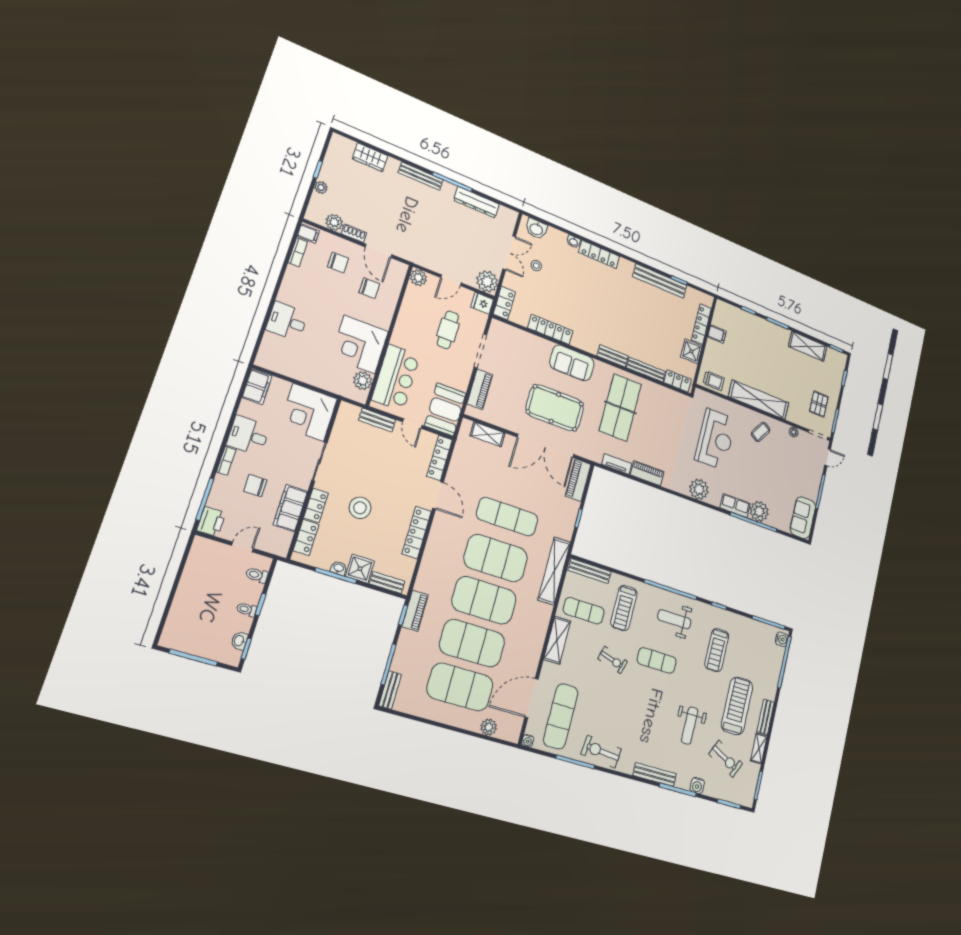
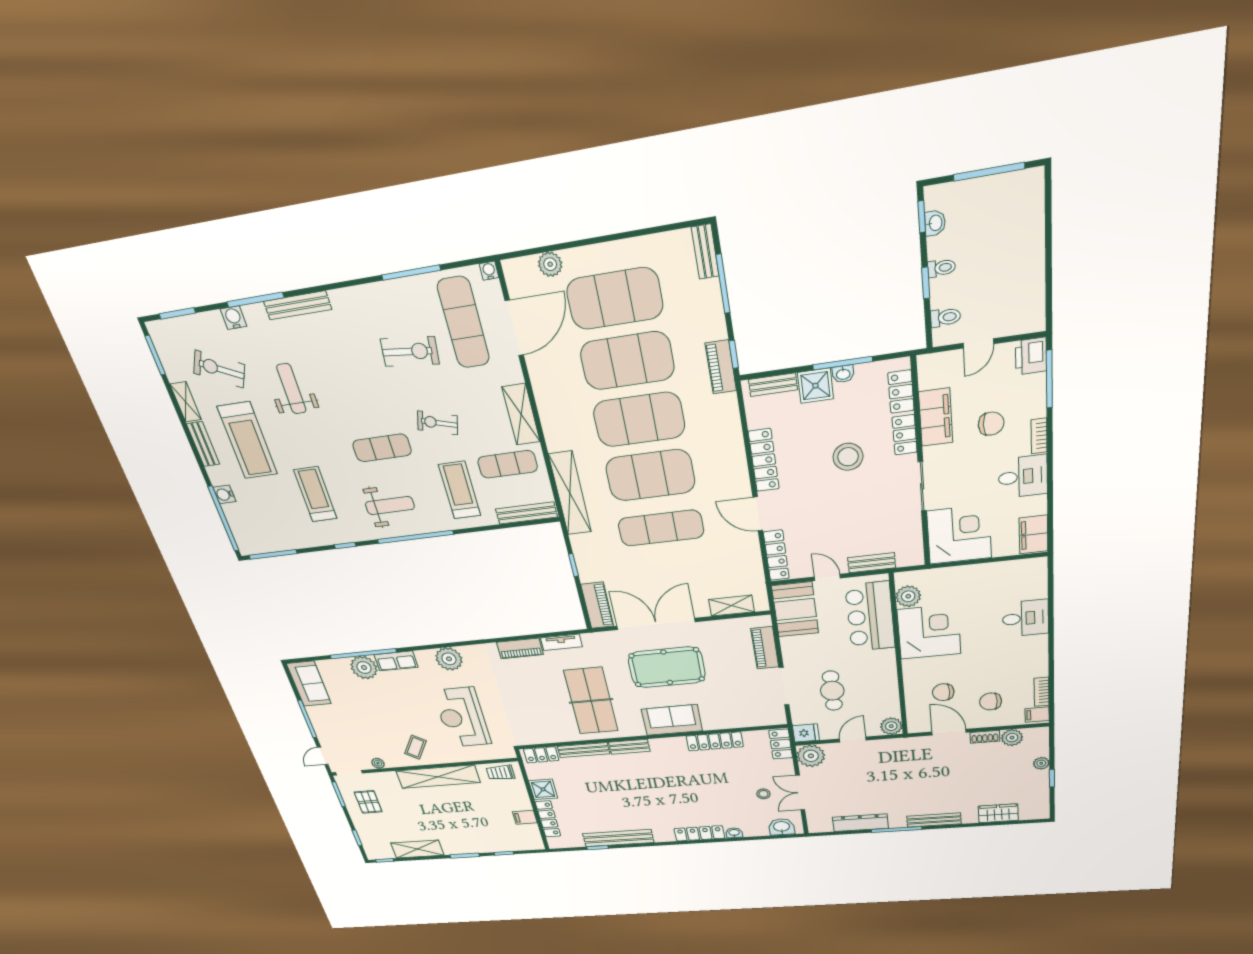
water cooler: (782, 639) -> (224, 494), moved
exercise bike: (601, 752) -> (410, 351), moved

